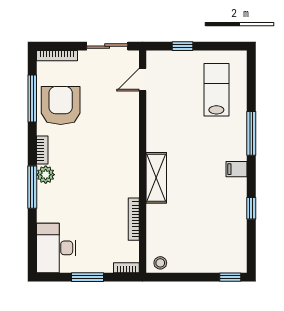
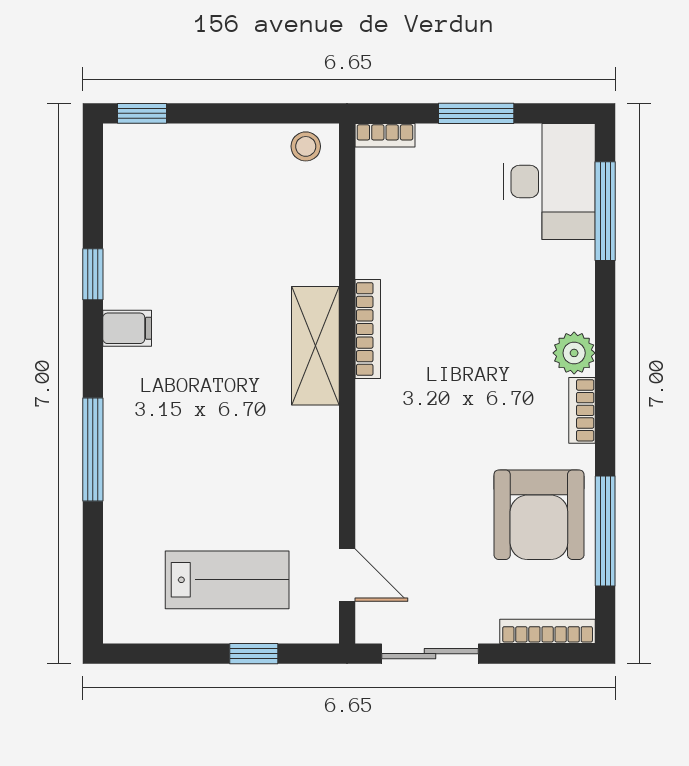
door: (143, 80) -> (347, 575), hinge flipped
lab bench: (216, 90) -> (227, 580), moved, turned -90
filing cabinet: (237, 169) -> (127, 328), moved
window: (32, 187) -> (605, 211), moved
bookcase: (134, 219) -> (368, 329), moved

